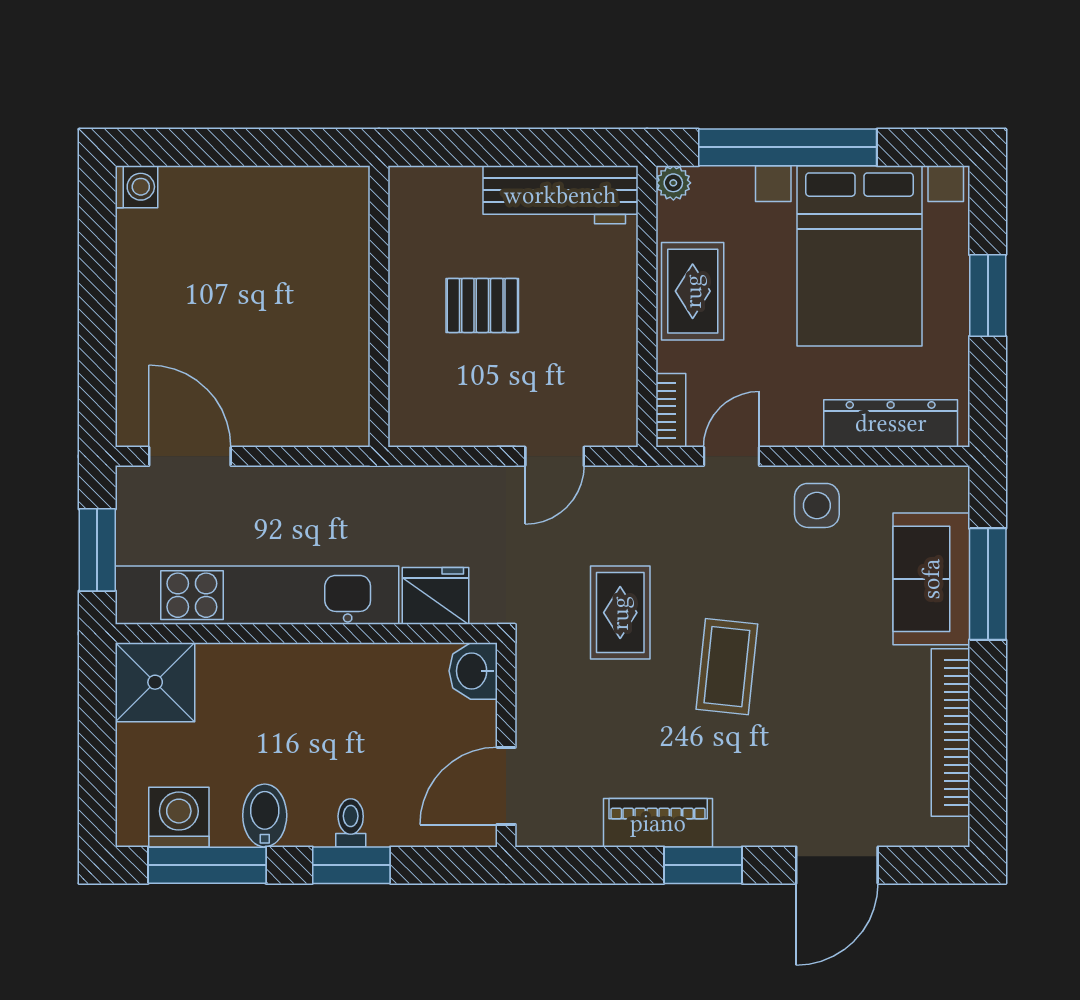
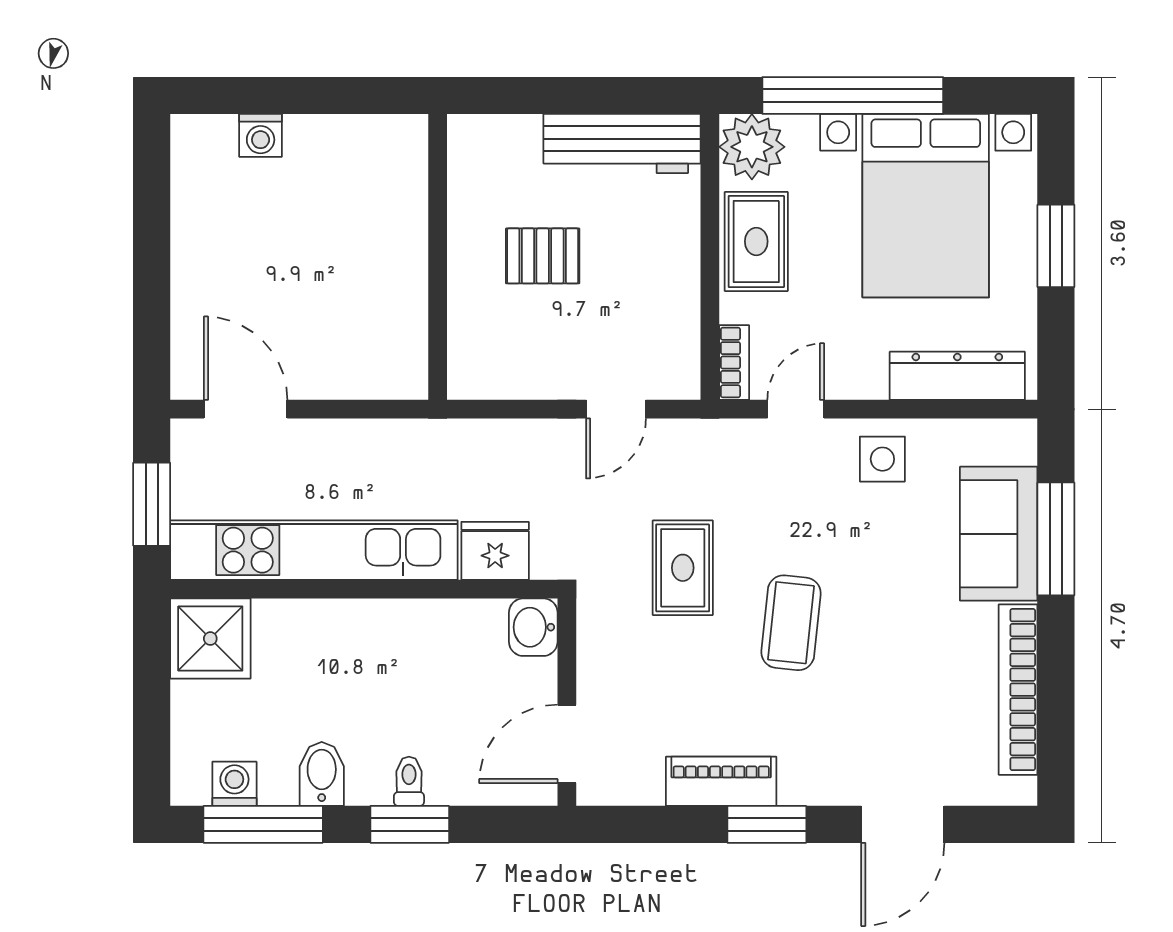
plant: (673, 183) -> (752, 147), width x1.88, depth x1.88
washing machine: (137, 187) -> (261, 135), moved, turned 90
washing machine: (179, 817) -> (234, 784), width x0.73, depth x0.73

